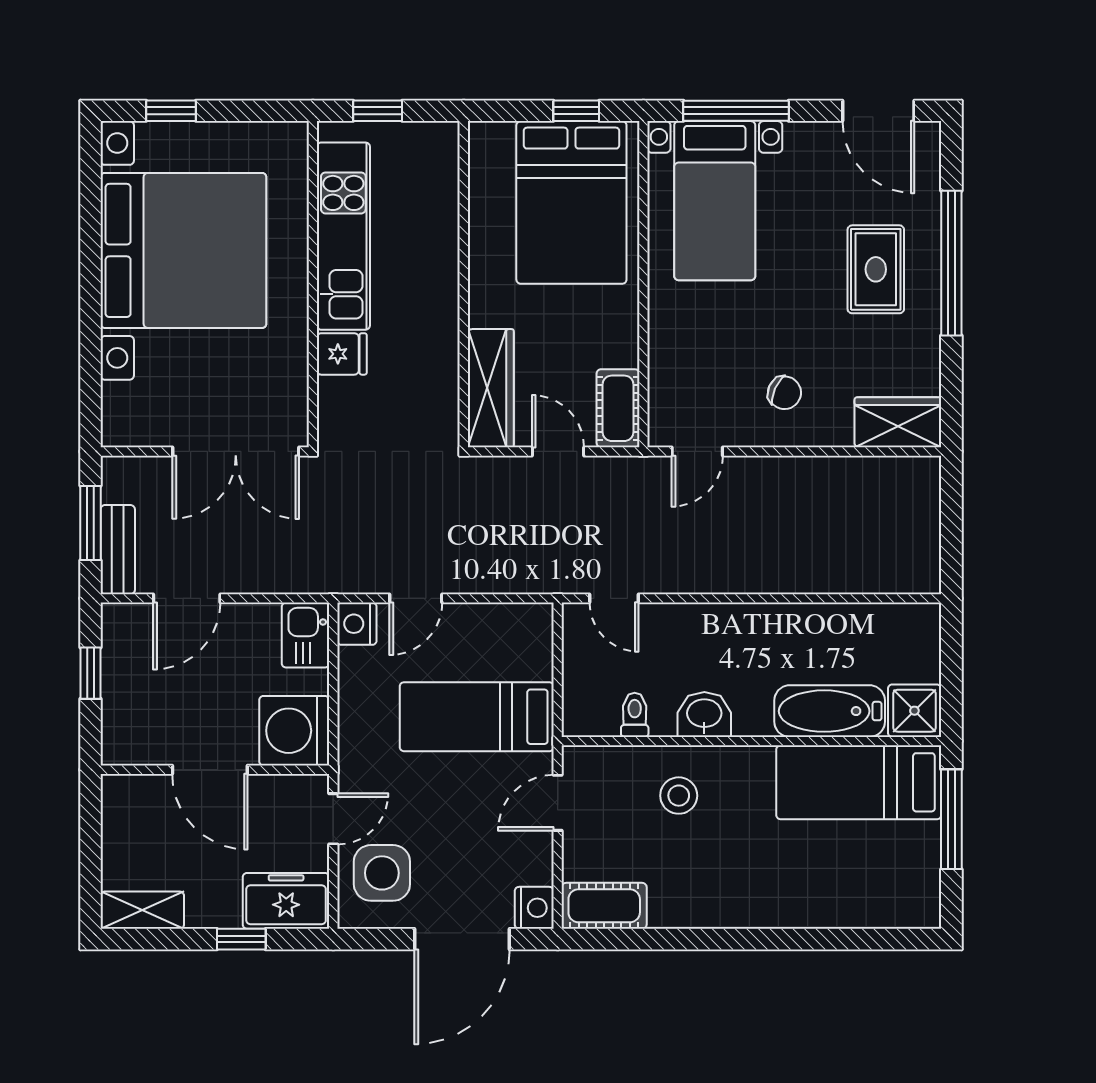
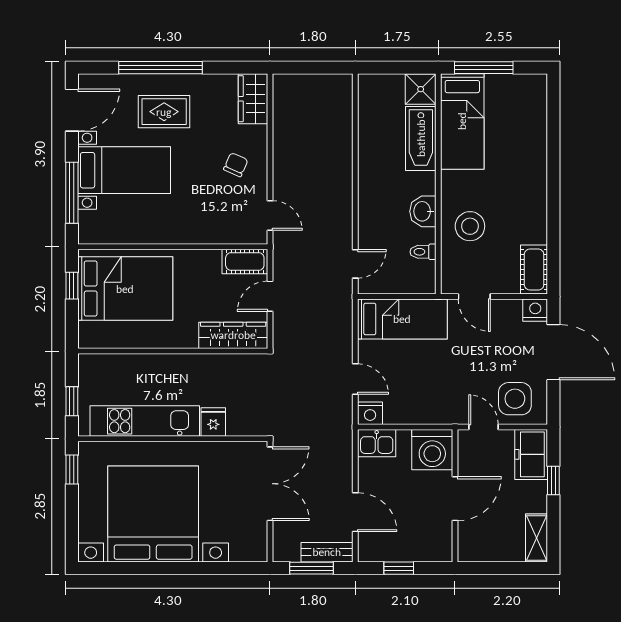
window: (171, 111) -> (72, 470), moved
bed with nightstands: (715, 201) -> (124, 170), moved
bed: (477, 717) -> (402, 319), moved, turned -90
stool: (679, 796) -> (470, 226), width x1.38, depth x1.38

